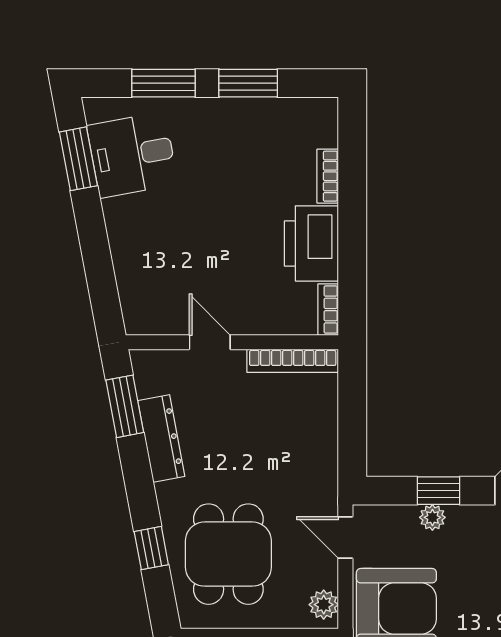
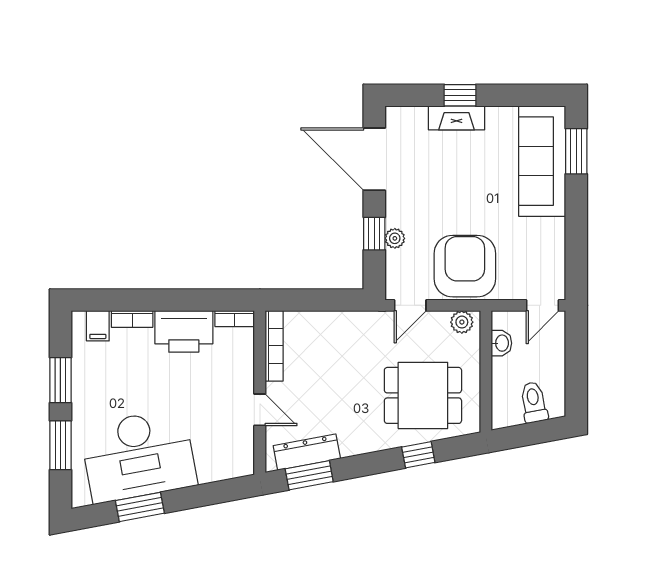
filing cabinet: (319, 132) -> (98, 326), added
desk: (132, 155) -> (138, 456), width x1.87, depth x1.30
window: (78, 159) -> (140, 507), moved
door: (210, 342) -> (260, 410), swing flipped
dresser: (161, 438) -> (307, 452), moved

